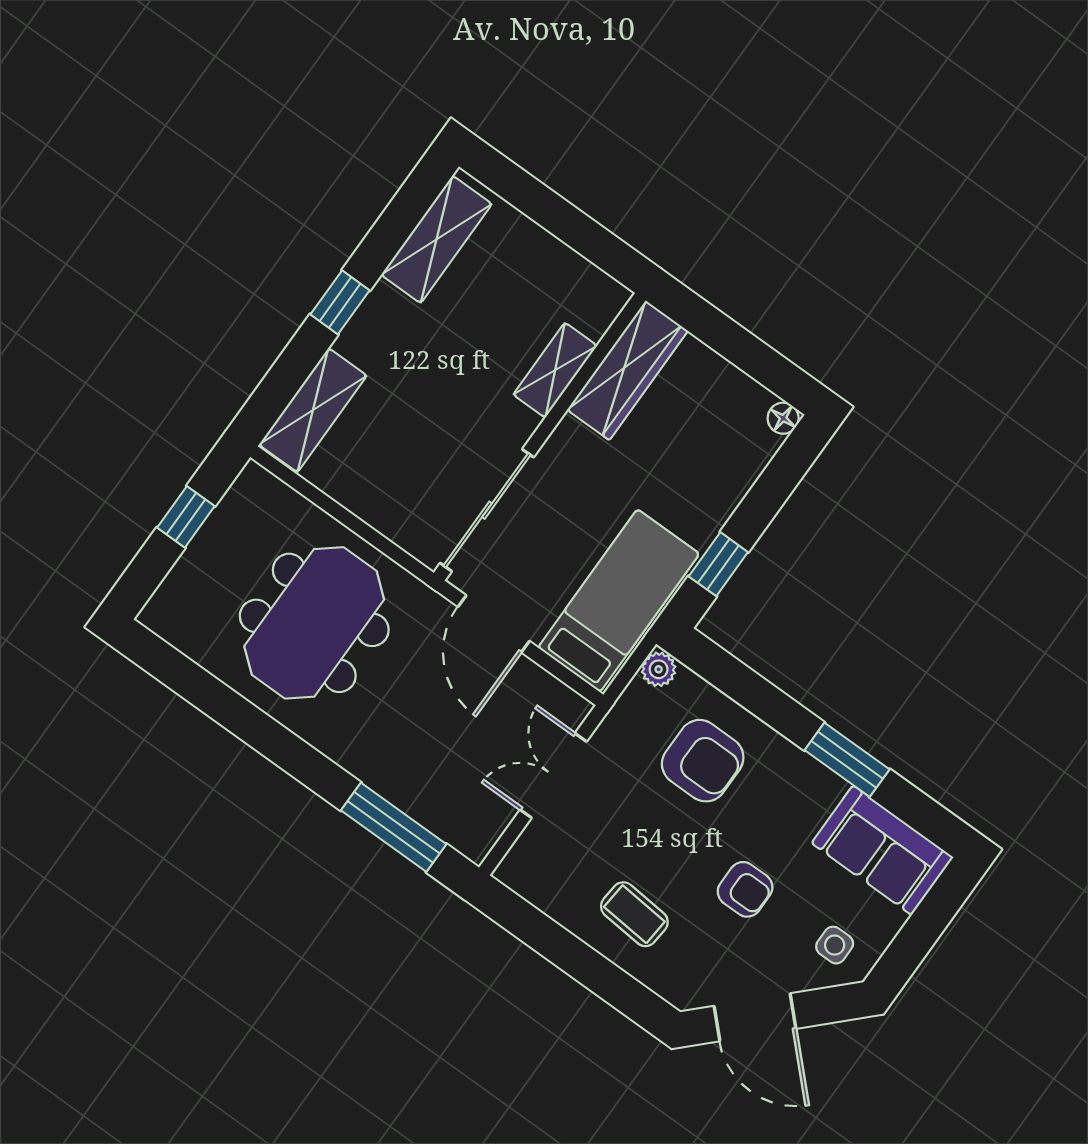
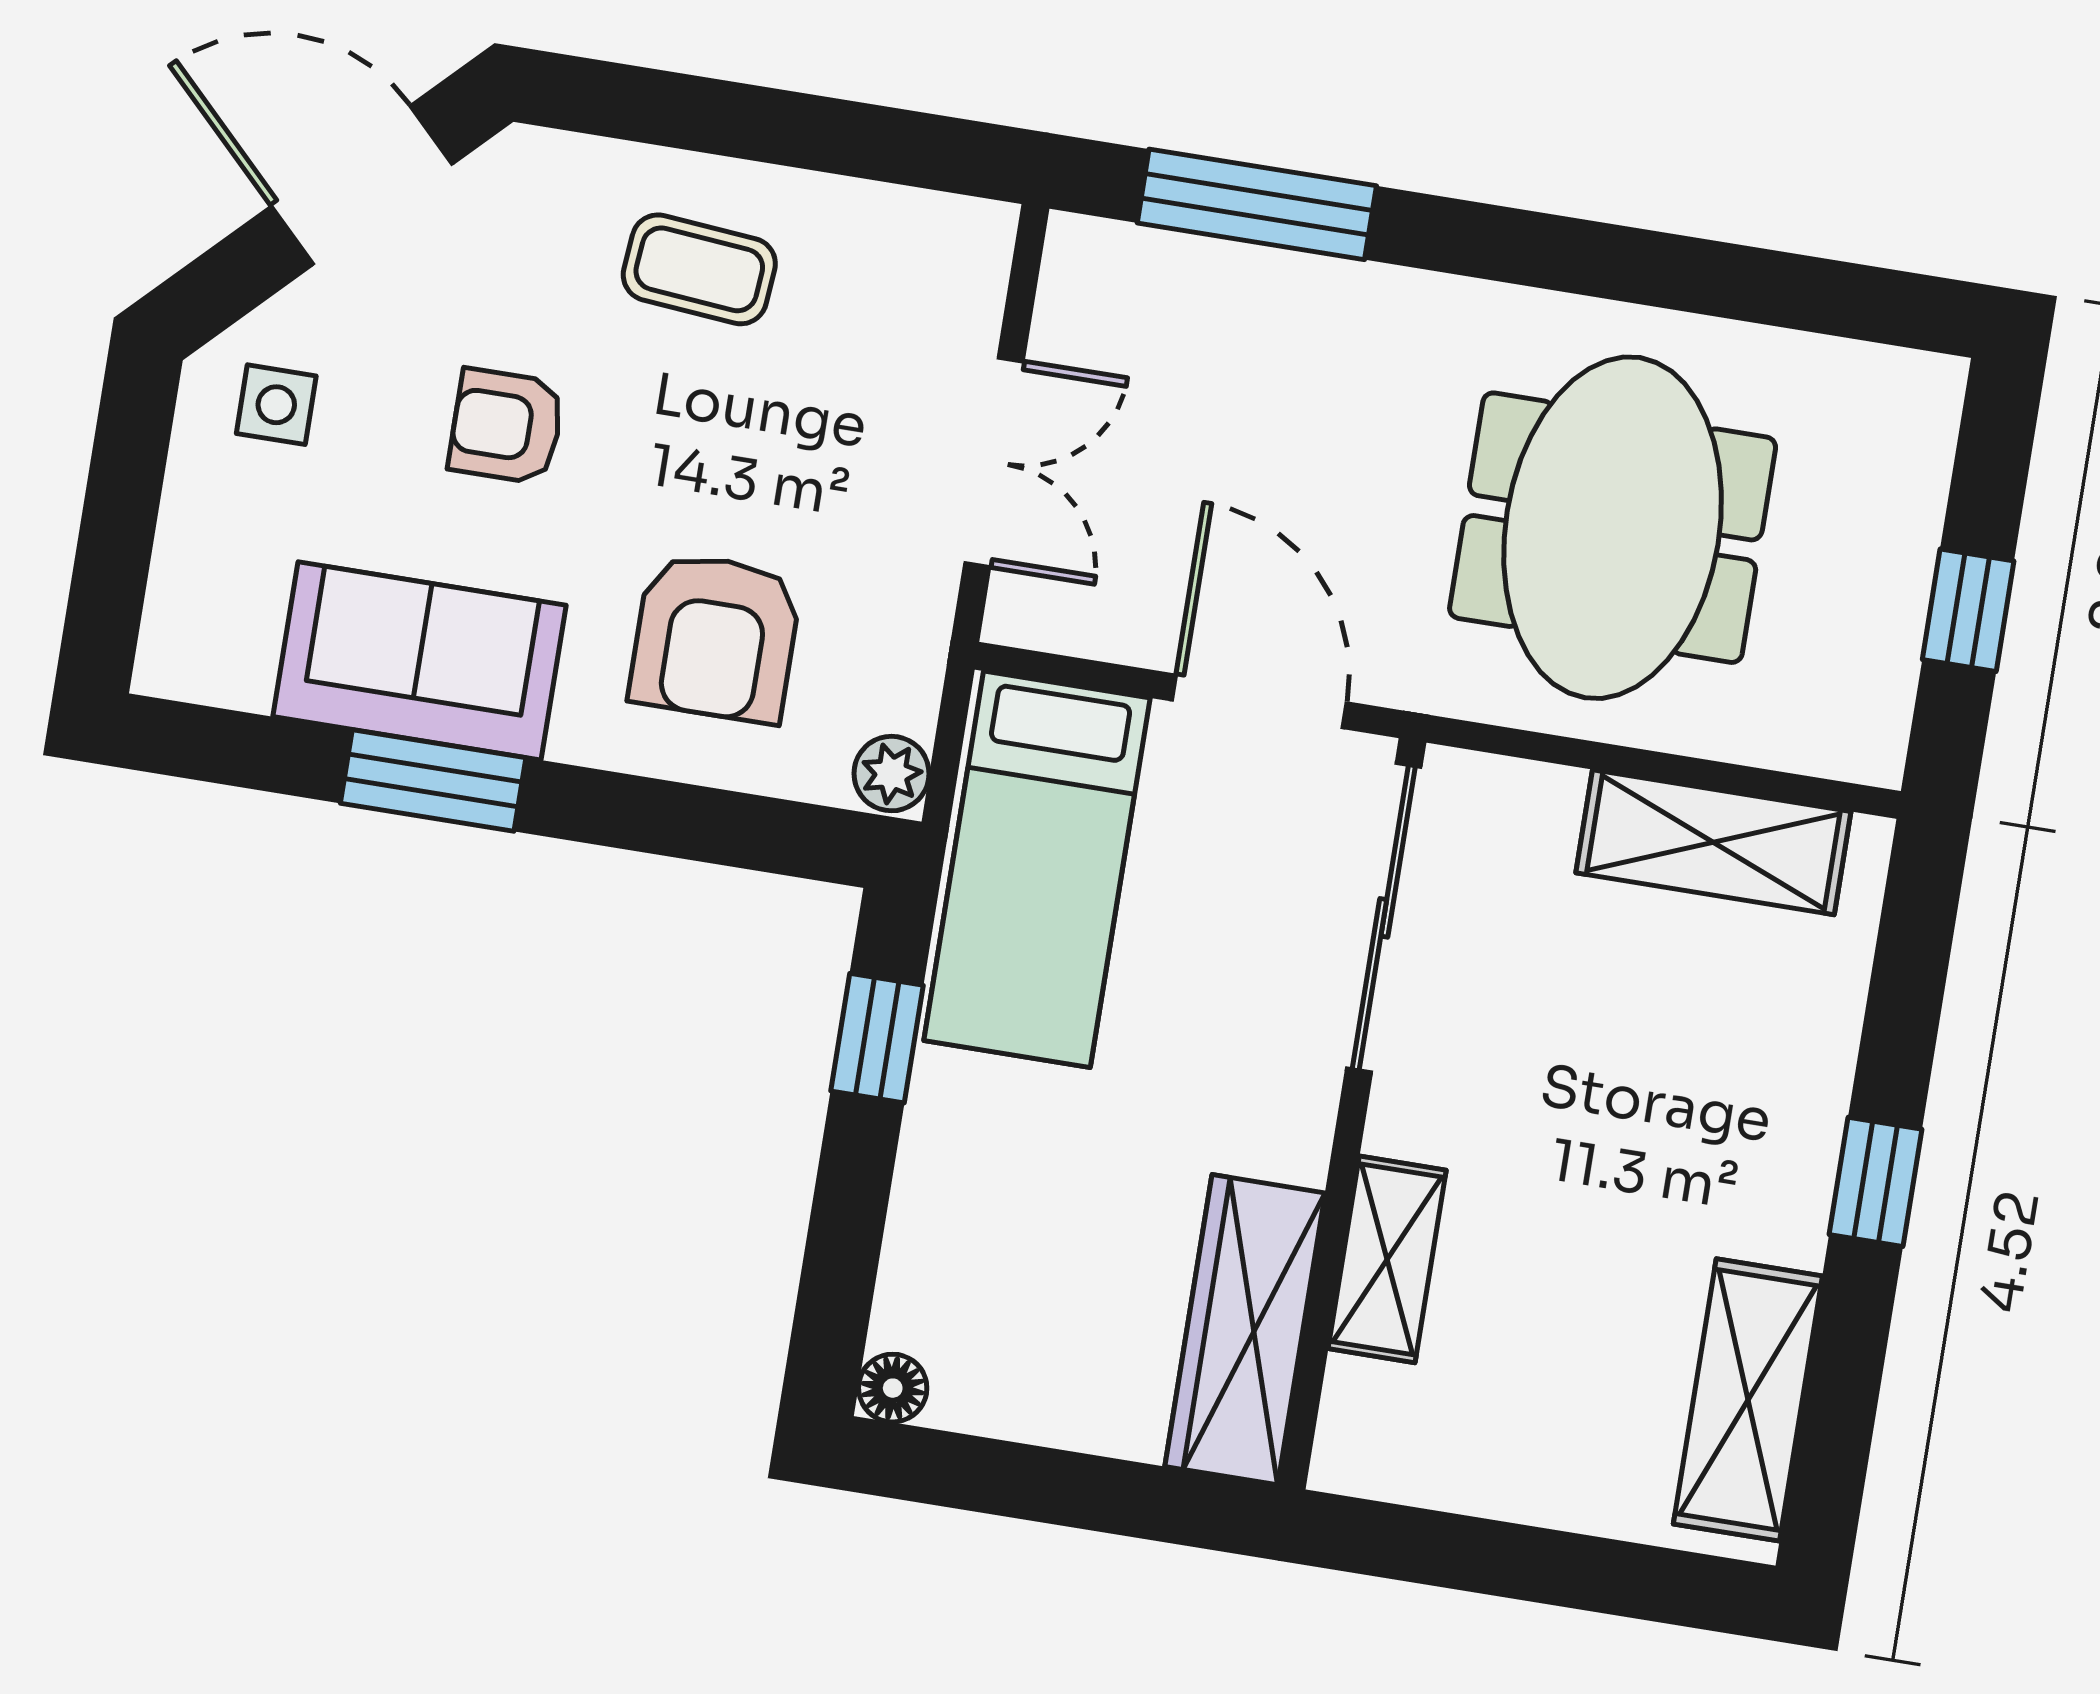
shelving: (313, 410) -> (1713, 842), moved, turned 90
armchair: (703, 761) -> (715, 637), turned -90
sofa: (882, 850) -> (420, 661), moved

